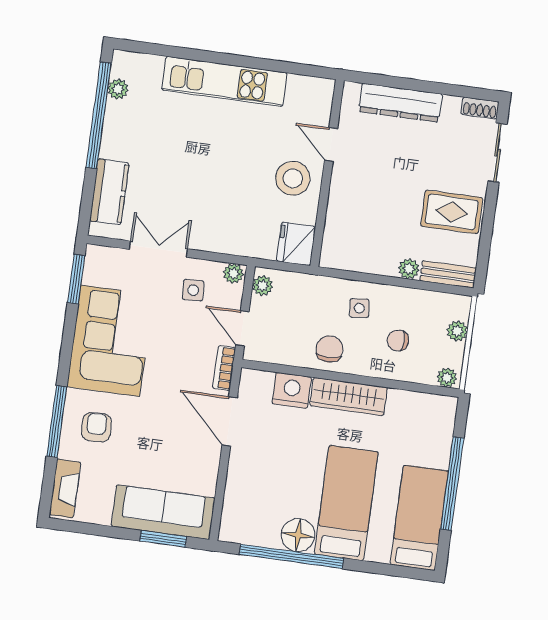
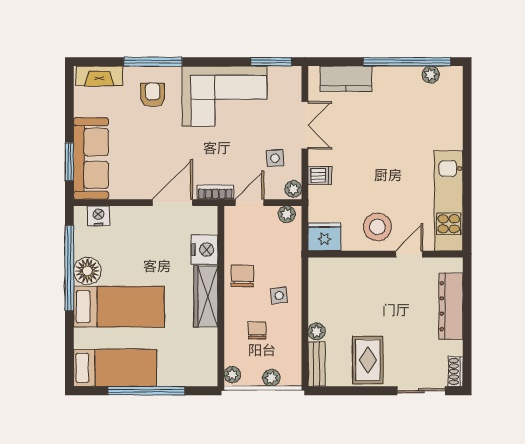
kitchen unit: (224, 81) -> (449, 201), moved
dishwasher: (222, 239) -> (320, 176), added
chair: (329, 349) -> (242, 276), turned -90
armchair: (97, 427) -> (153, 95), turned -88
nightstand: (233, 513) -> (98, 216), added

